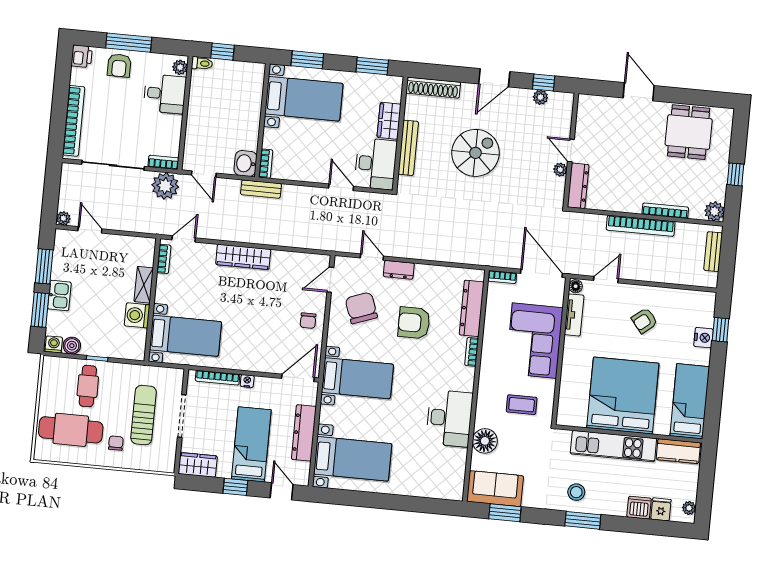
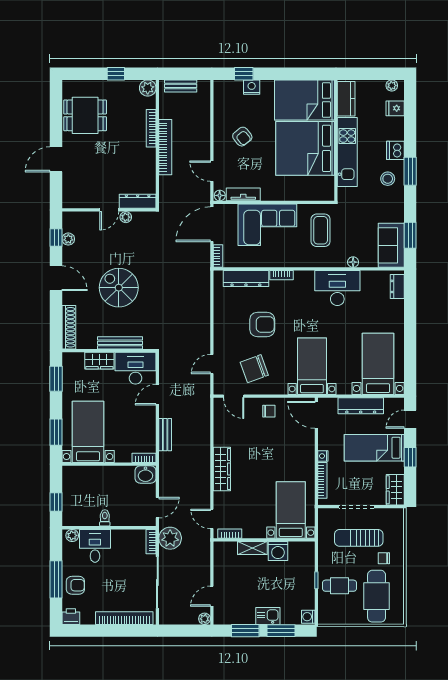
toilet: (202, 63) -> (105, 518), moved
bench: (261, 189) -> (165, 435), moved
dresser: (399, 270) -> (397, 286), moved, turned 180
armchair: (414, 323) -> (262, 324), turned -90
boiler: (72, 346) -> (308, 602), removed
bed: (690, 401) -> (305, 100), width x1.50
coffee table: (522, 405) -> (321, 230), width x1.36, depth x1.30
floor lamp: (485, 441) -> (353, 262), width x0.53, depth x0.53
dishwasher: (639, 508) -> (395, 150), moved

